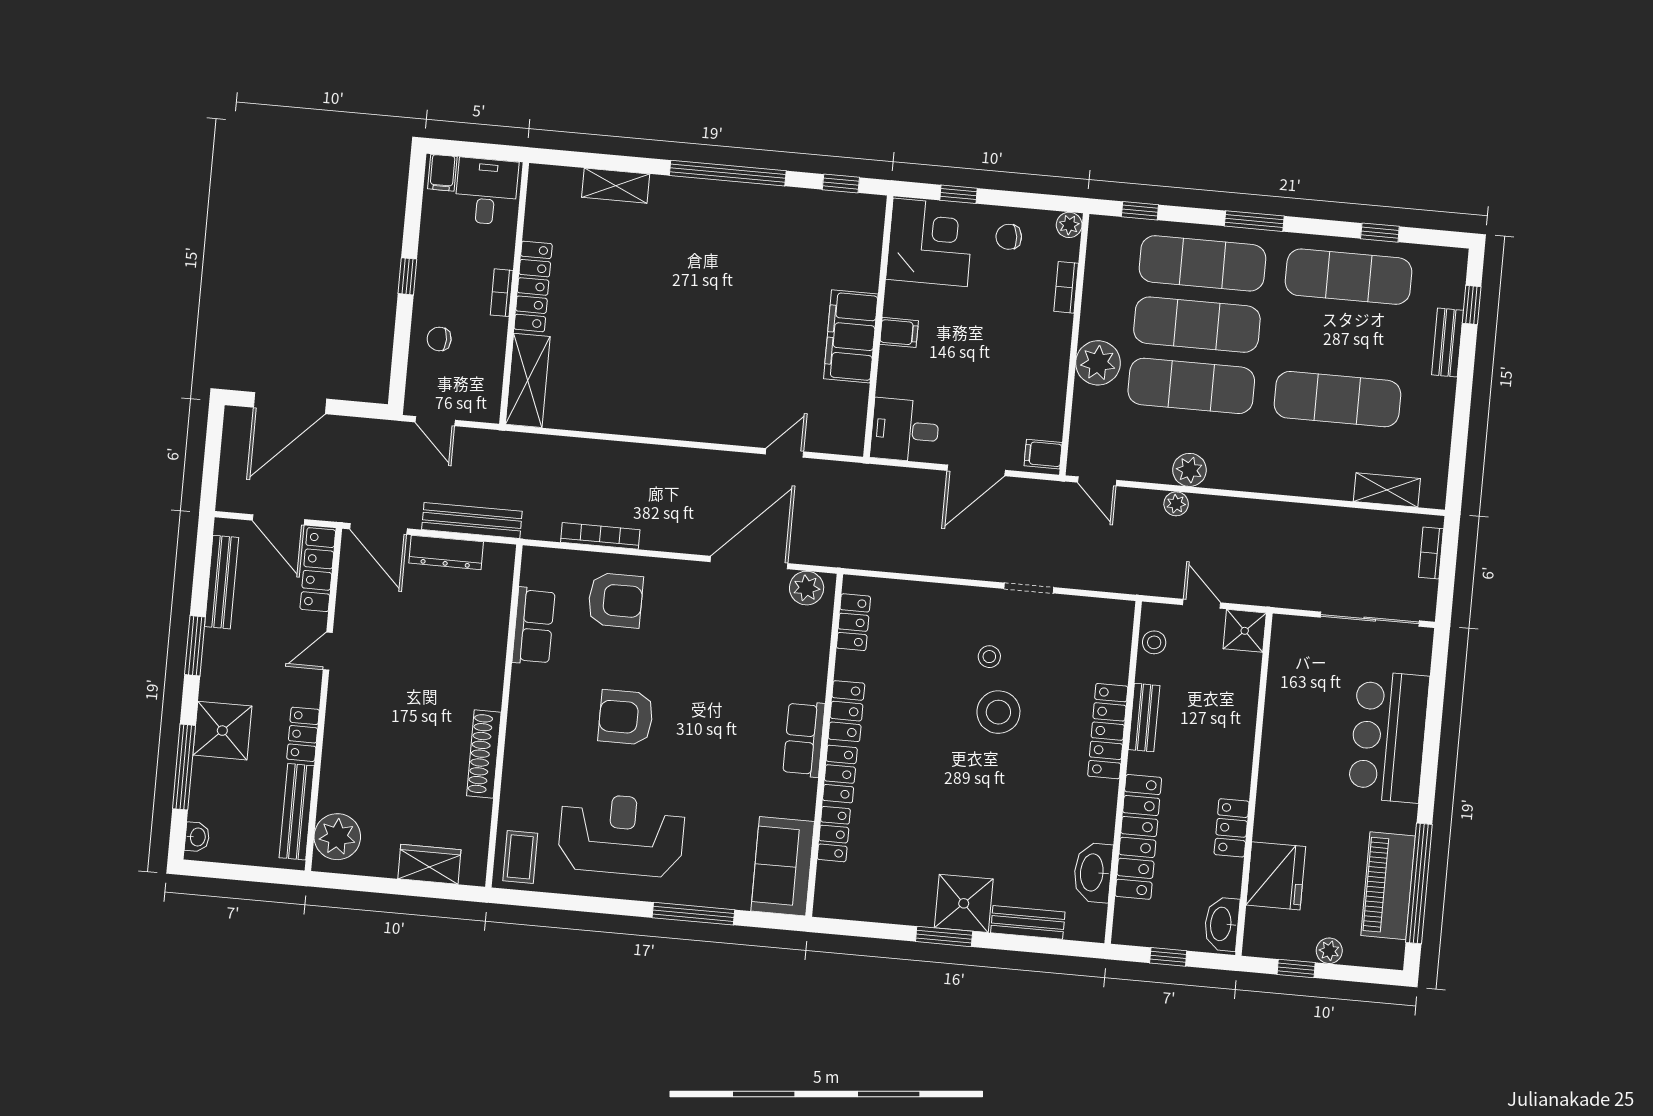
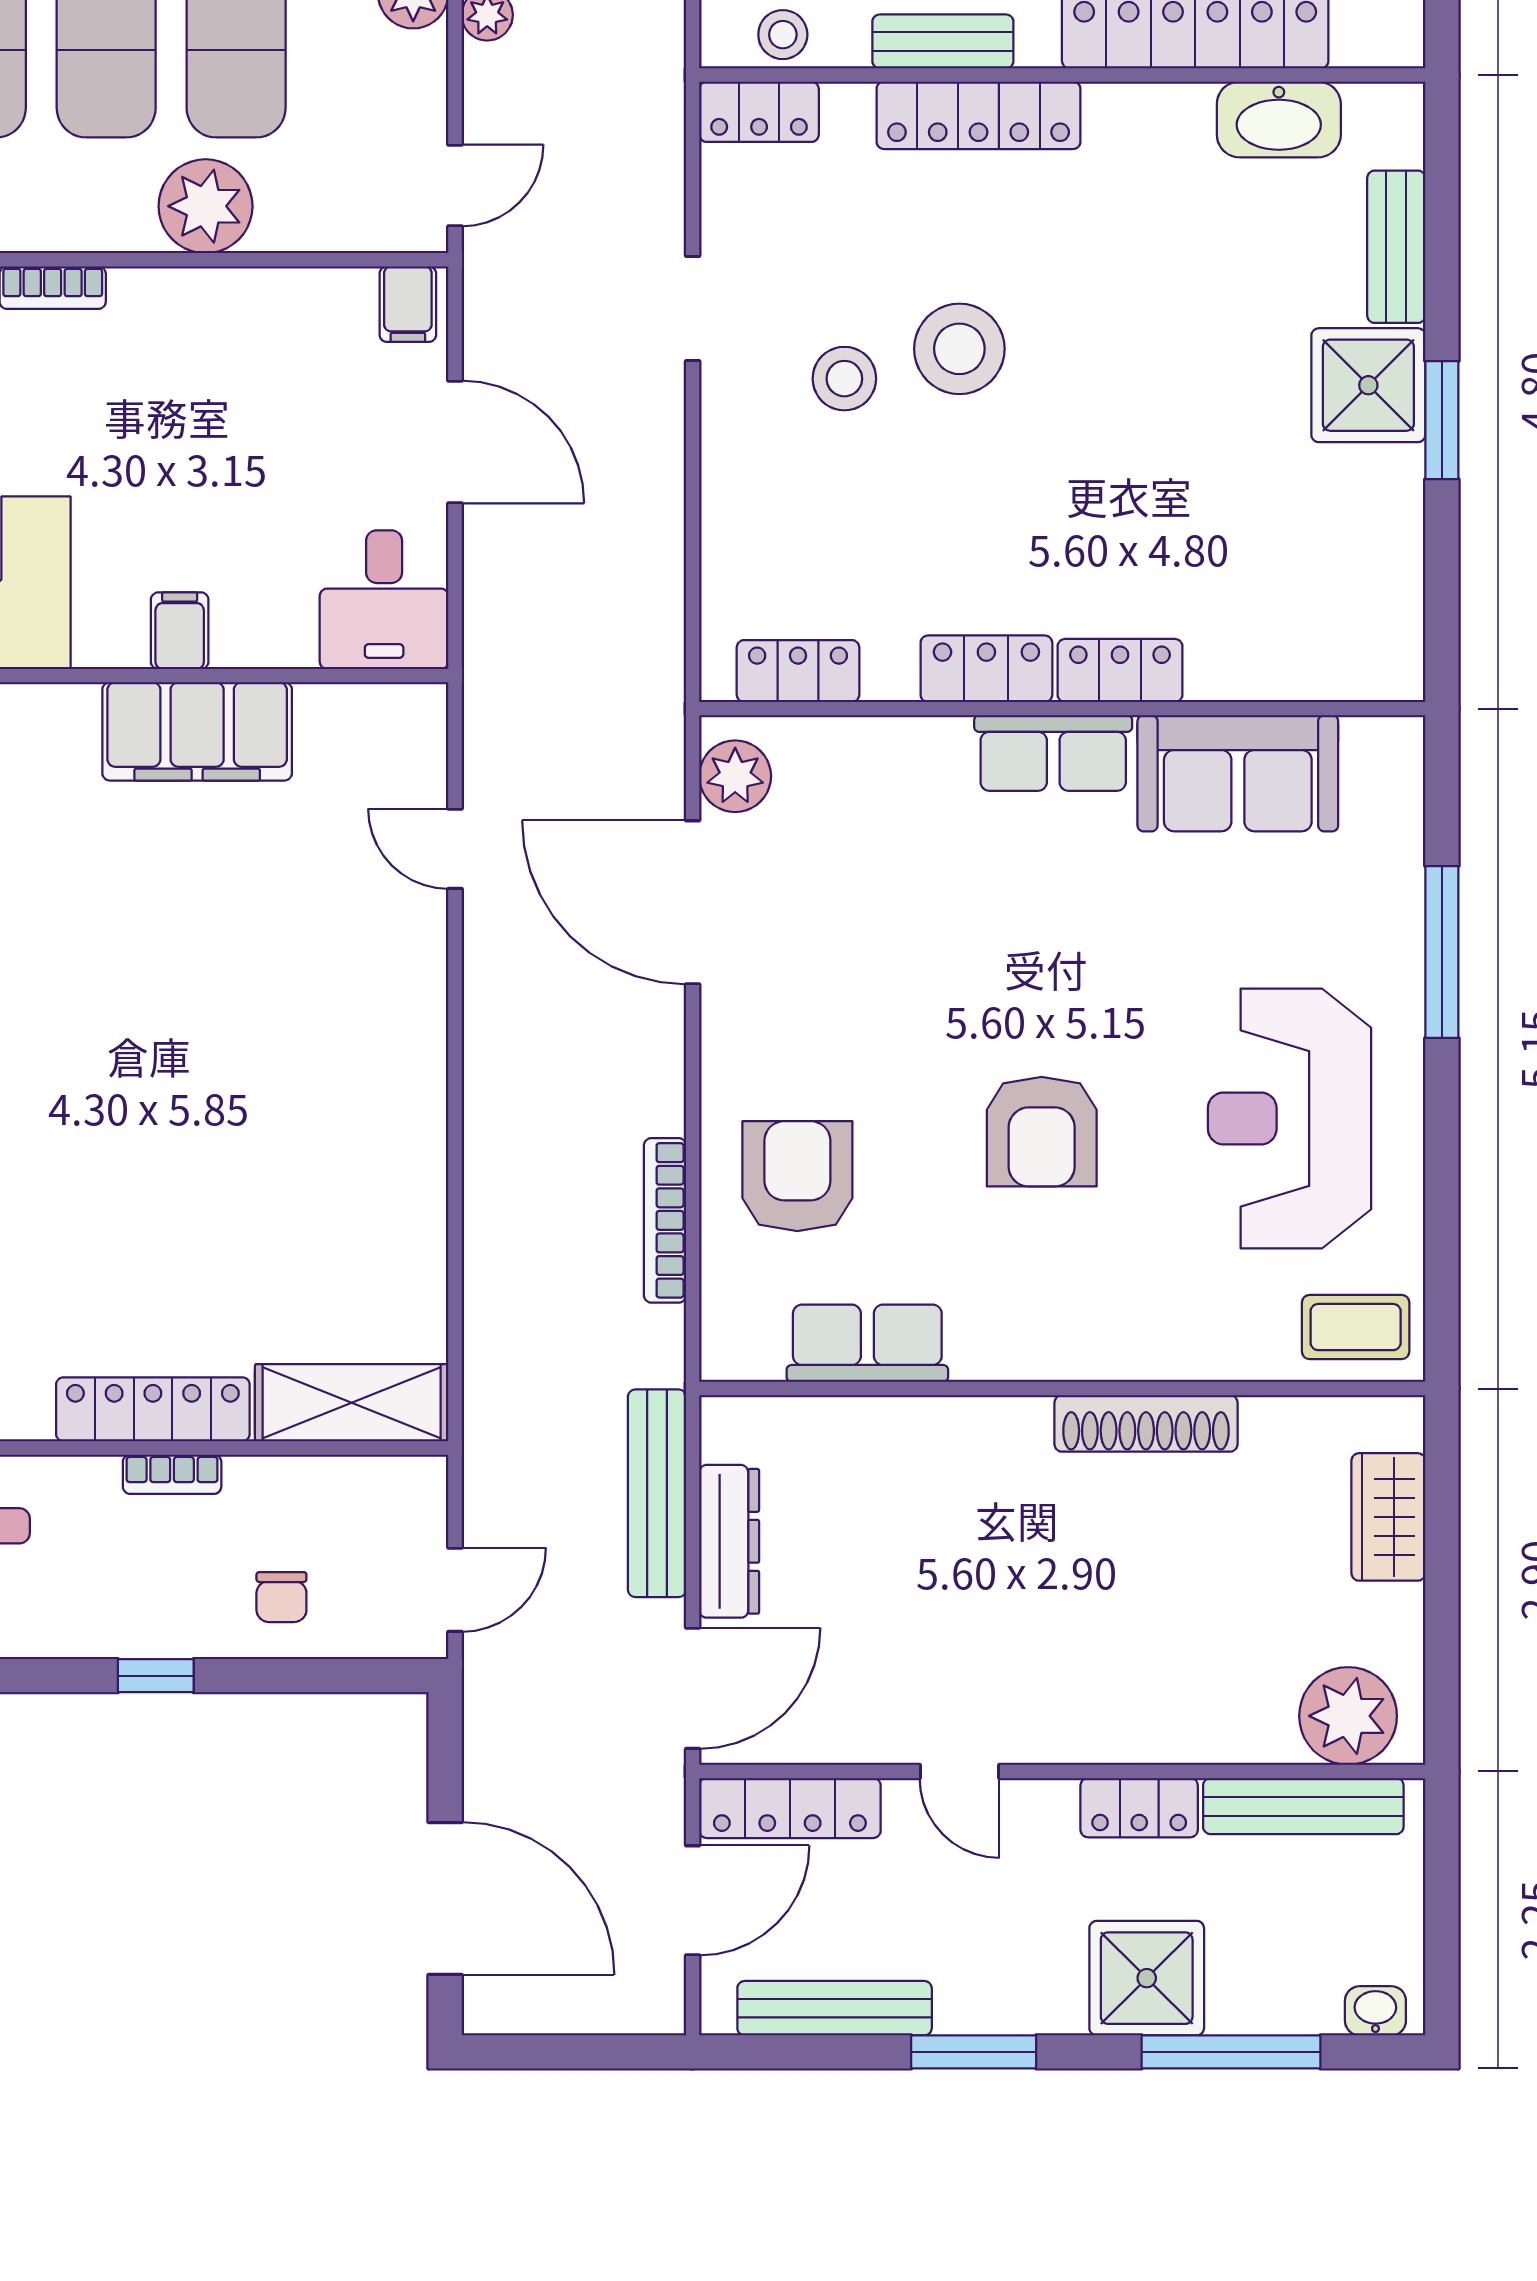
stool: (989, 657) -> (844, 379), width x1.37, depth x1.37
locker: (834, 834) -> (759, 112), moved, turned 180
sofa: (783, 866) -> (1238, 773), moved

